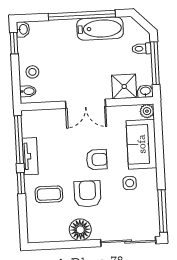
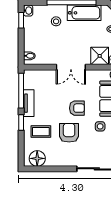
stool: (32, 72) -> (56, 21), moved
floor lamp: (80, 230) -> (37, 158), moved

